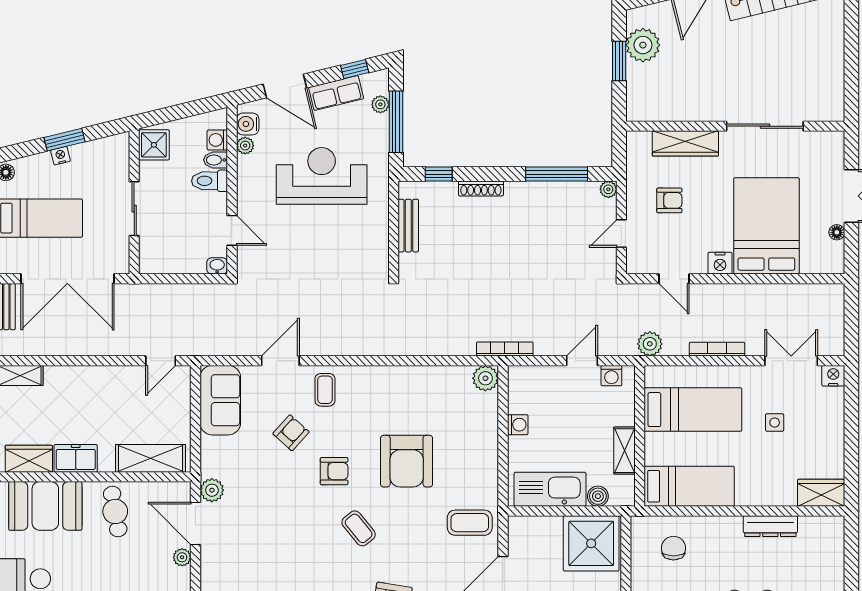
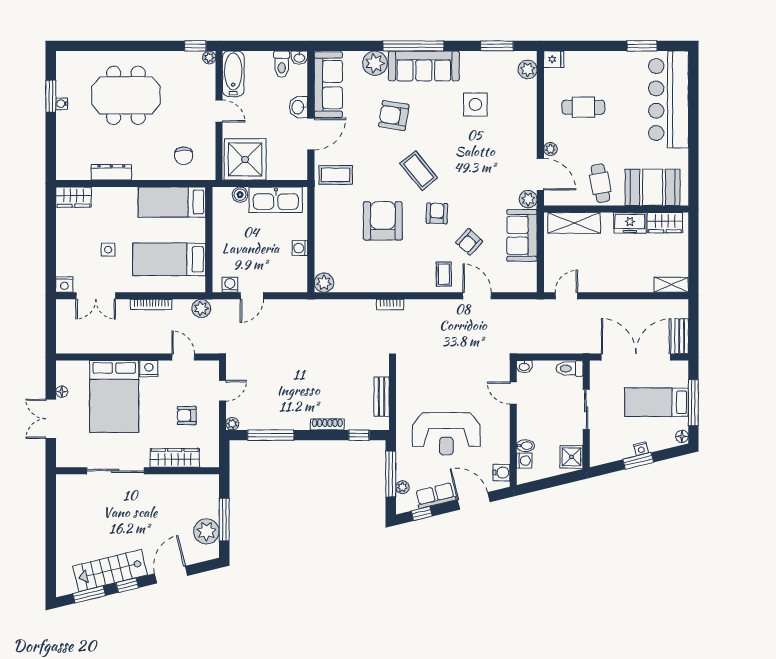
window: (619, 61) -> (224, 520), width x1.44
plant: (245, 146) -> (503, 456), removed
toilet: (210, 181) -> (569, 368), moved, turned 180
bookcase: (505, 349) -> (390, 305), moved, width x0.64
door: (280, 361) -> (477, 296), swing flipped
sofa: (220, 400) -> (522, 235), moved
shelving: (624, 451) -> (220, 229), removed
armchair: (334, 471) -> (437, 213), turned 92
coffee table: (359, 528) -> (419, 171), width x1.36, depth x1.30

